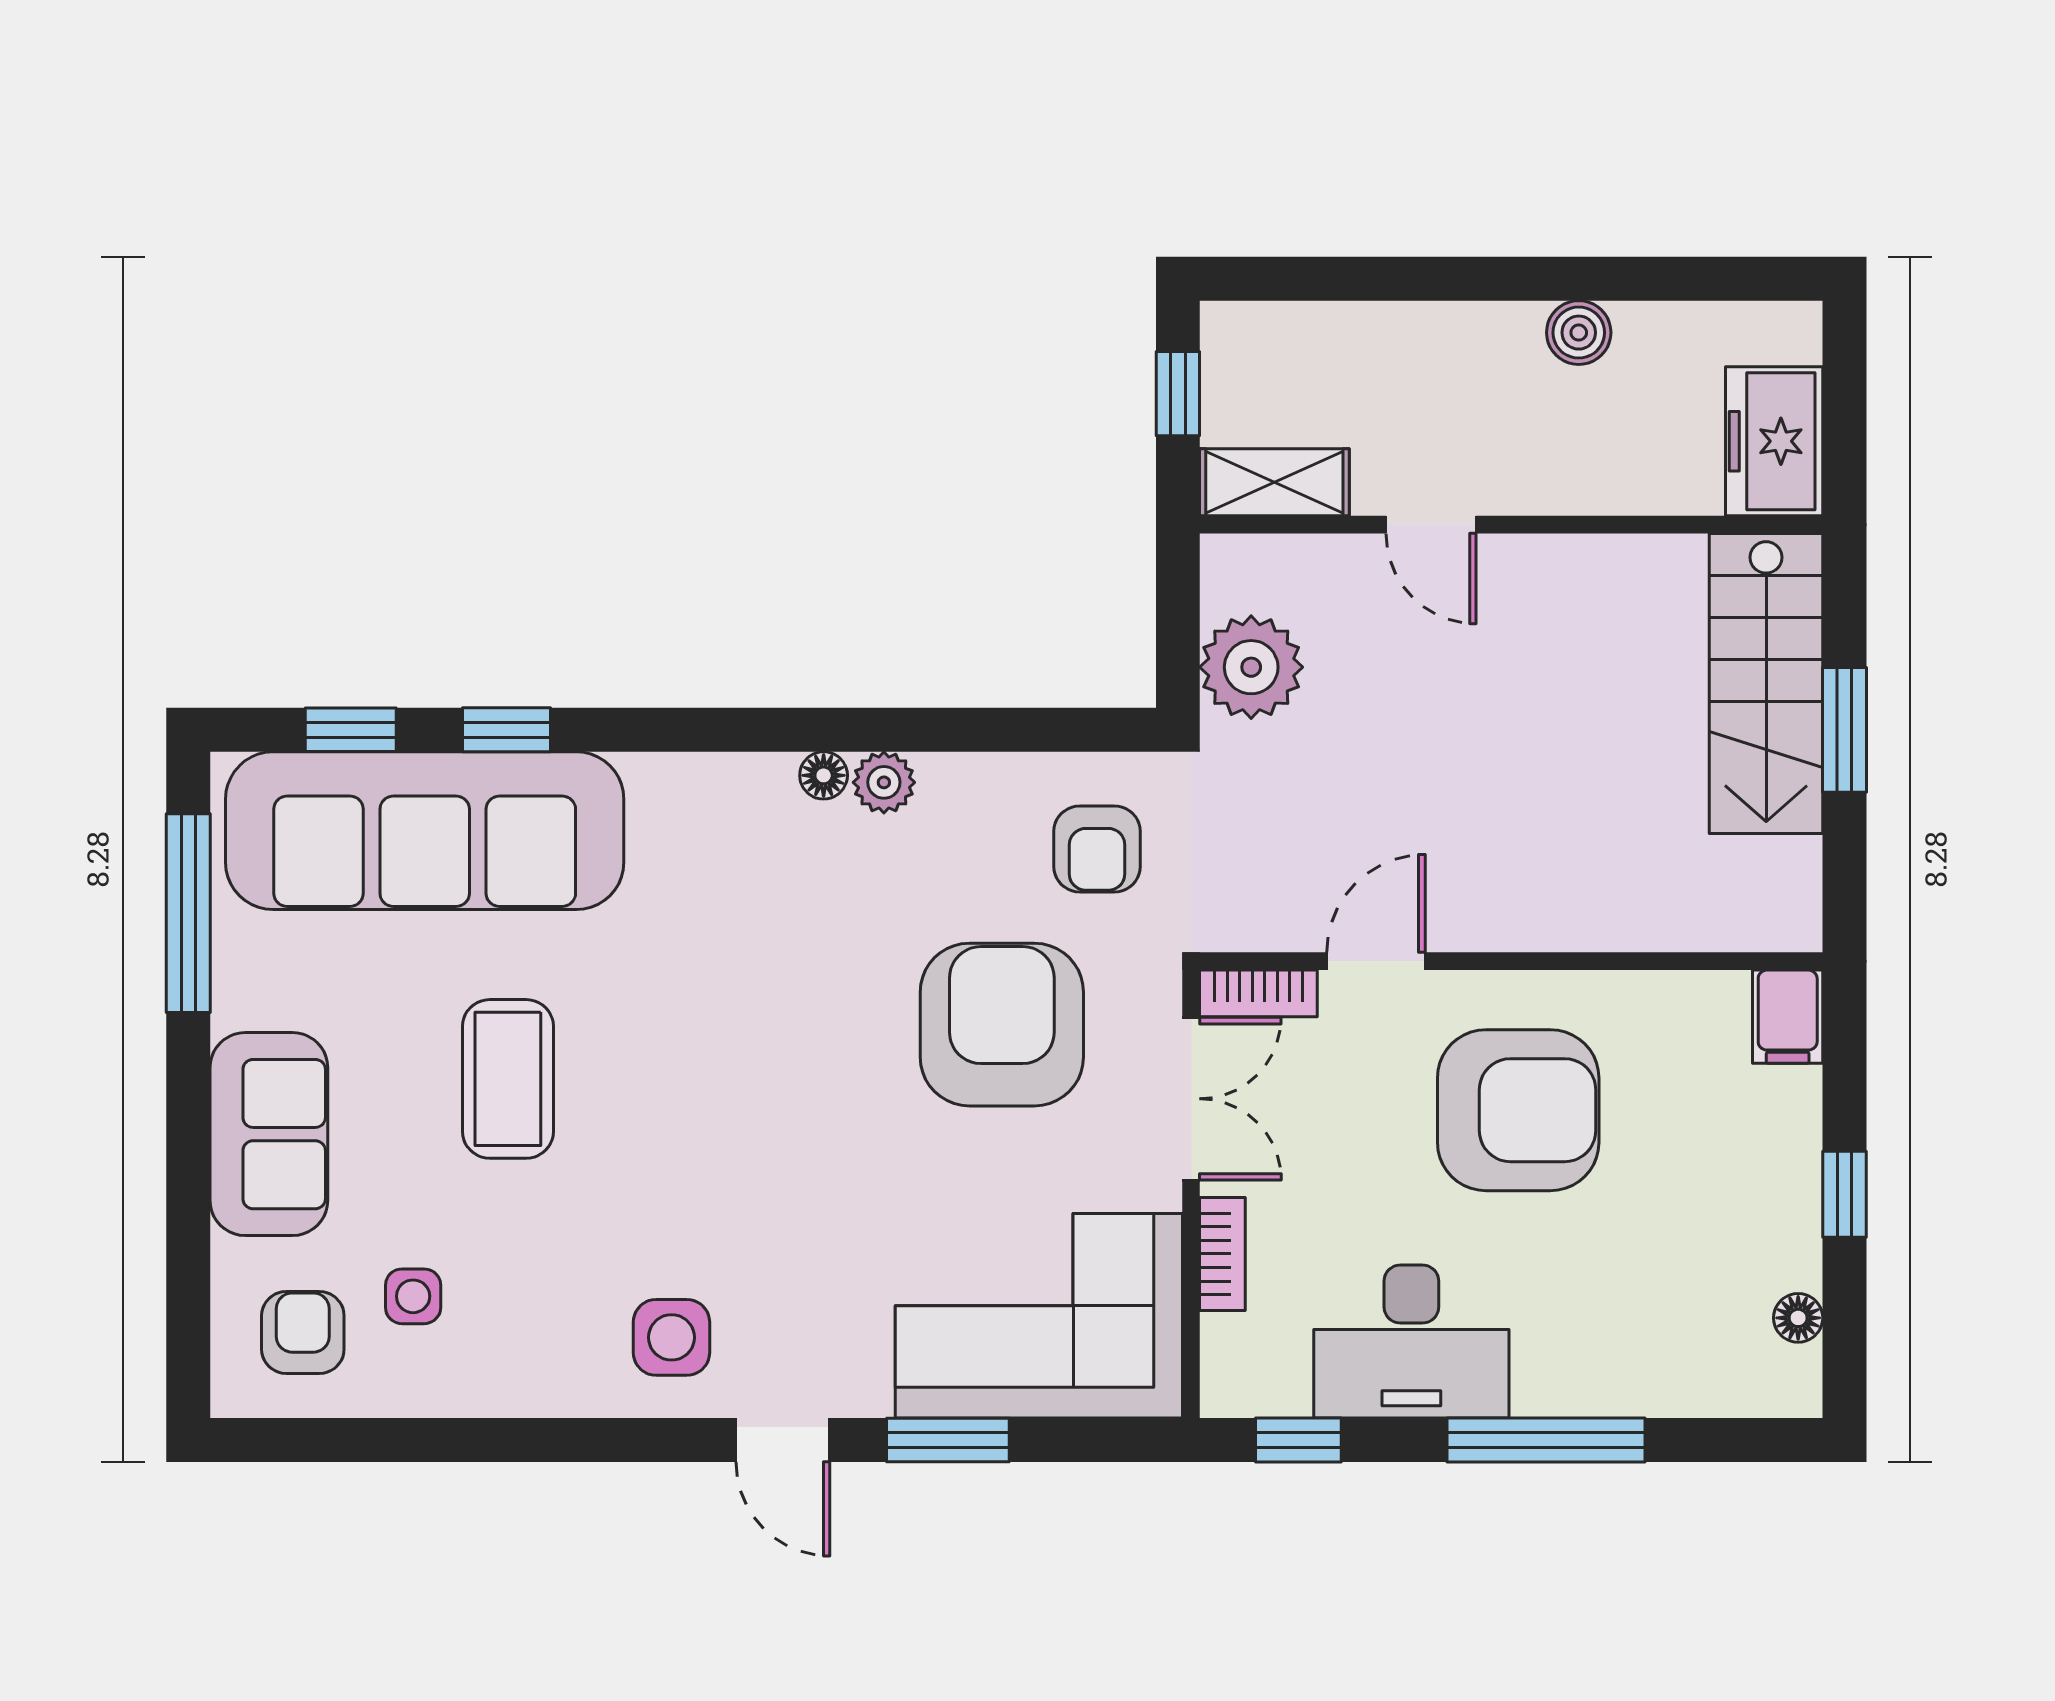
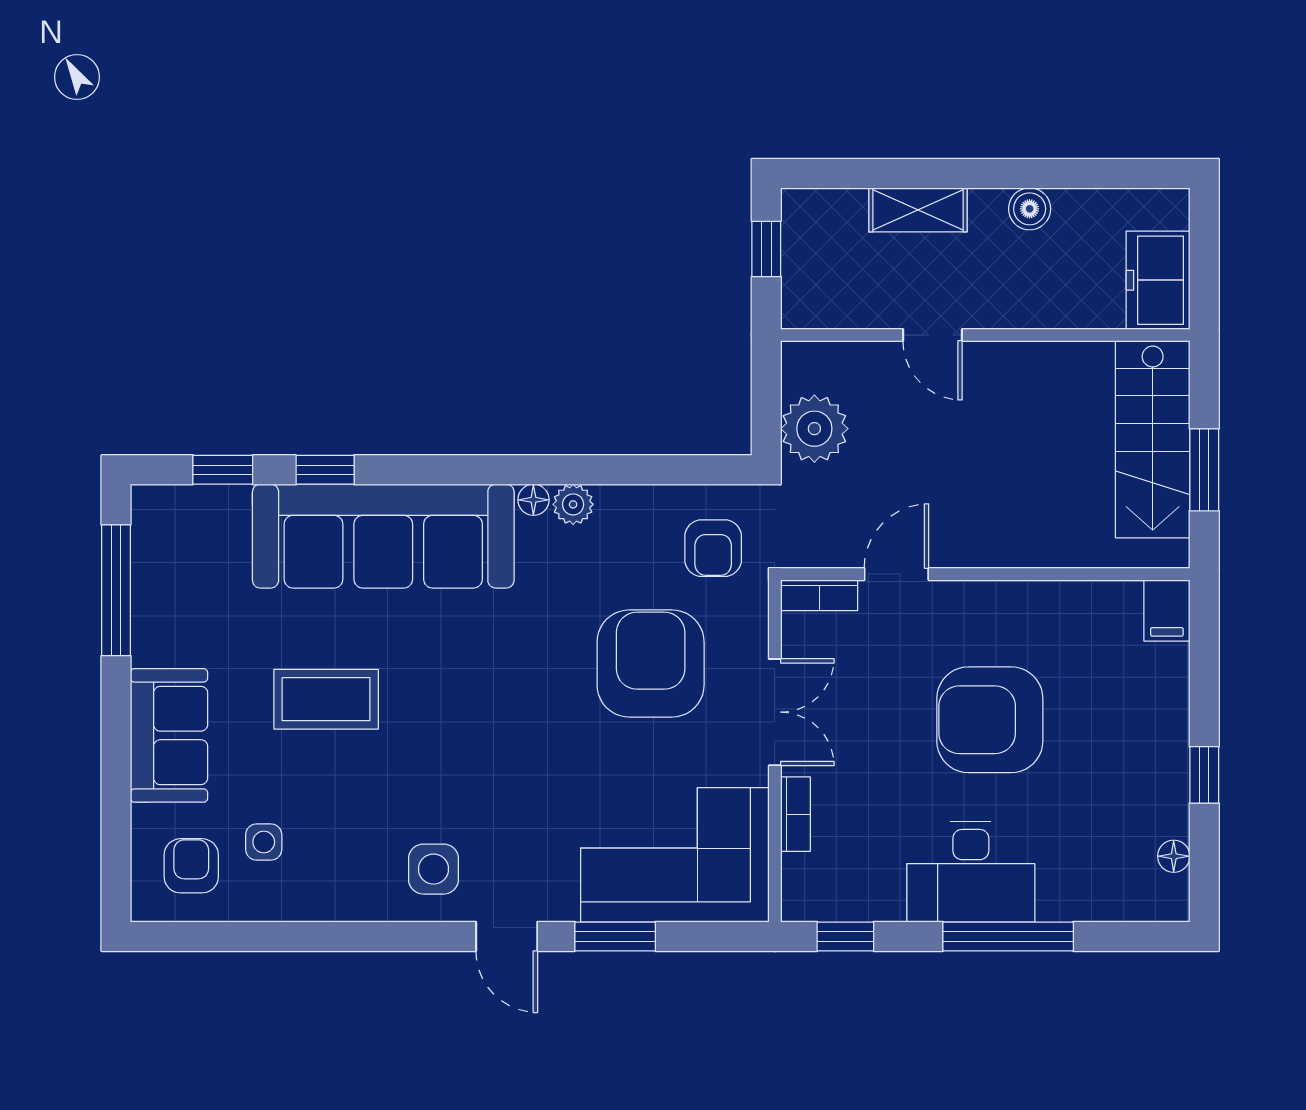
shelving: (1274, 482) -> (918, 210), moved
sofa: (425, 831) -> (383, 536), moved
door: (1376, 961) -> (896, 574), moved
wall: (1511, 961) -> (985, 574), moved
bookcase: (1258, 993) -> (819, 595), moved
filing cabinet: (1788, 1017) -> (1167, 610), moved
coffee table: (508, 1079) -> (326, 699), turned 90
armchair: (1518, 1110) -> (990, 720), turned 180
desk: (1411, 1342) -> (971, 872), moved

